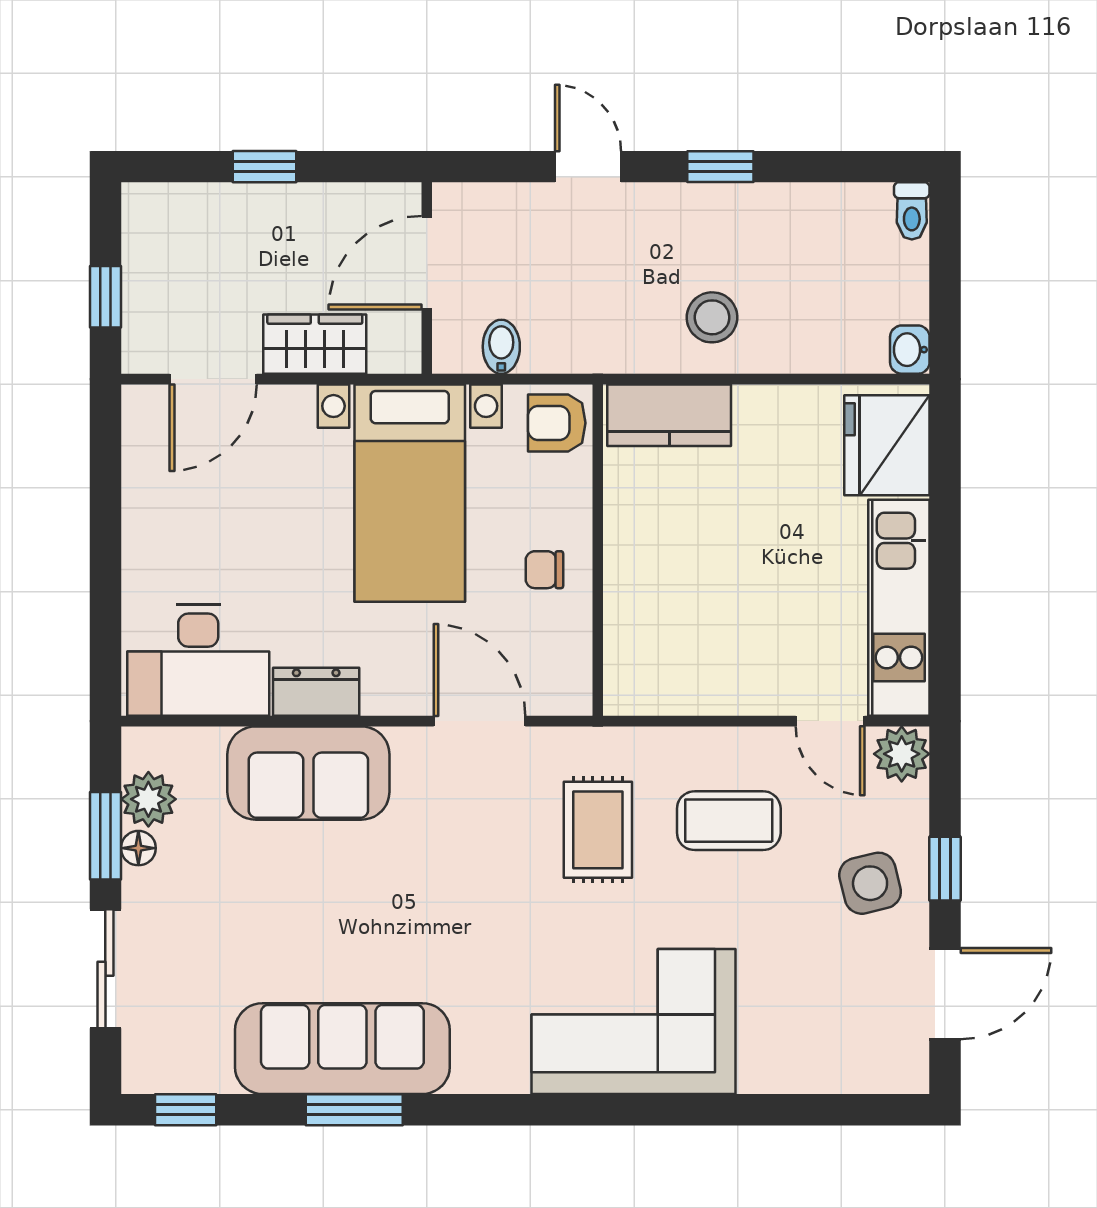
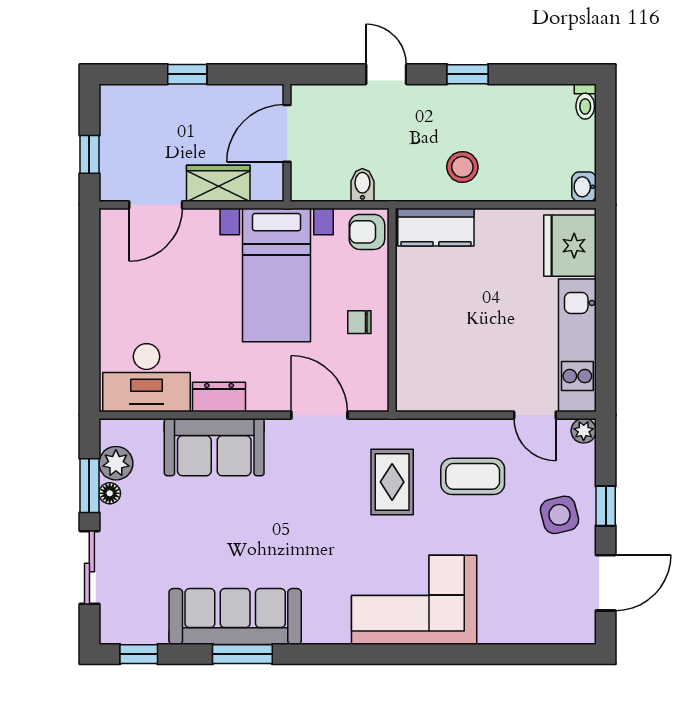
bidet: (501, 347) -> (362, 185), moved
plant: (902, 754) -> (584, 431), width x0.73, depth x0.73

